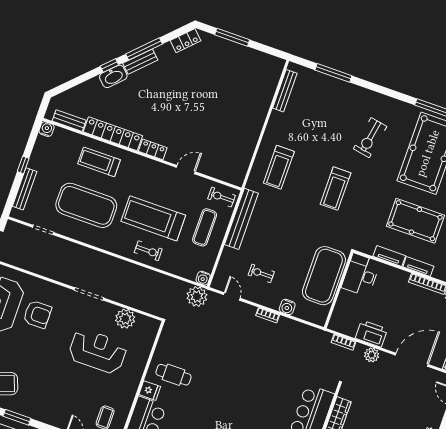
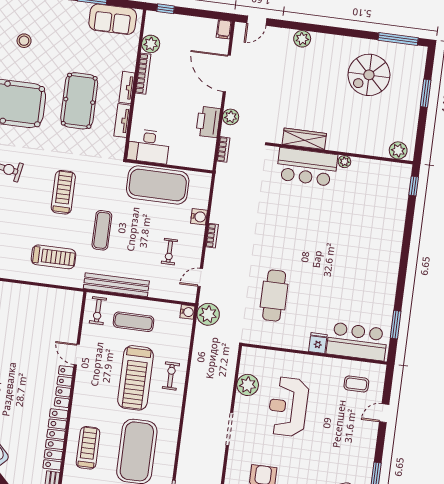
locker: (153, 149) -> (64, 387), width x1.53
treadmill: (99, 162) -> (88, 448), turned 180
treadmill: (336, 189) -> (63, 192), turned -90
exercise mat: (294, 216) -> (102, 230), added
cafe table: (174, 375) -> (274, 296), moved, width x1.37, depth x1.35

